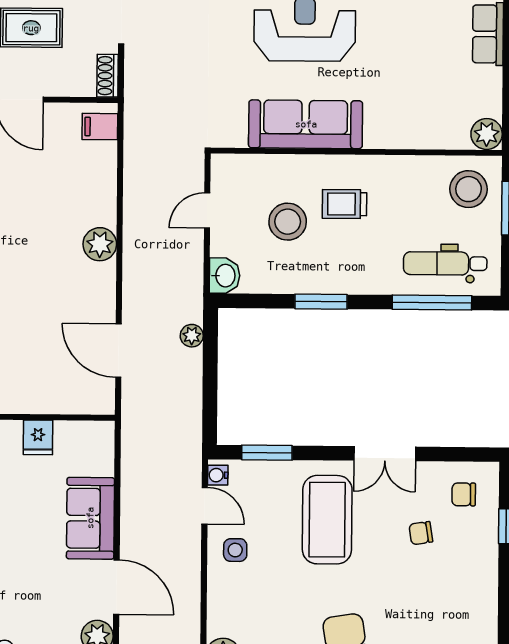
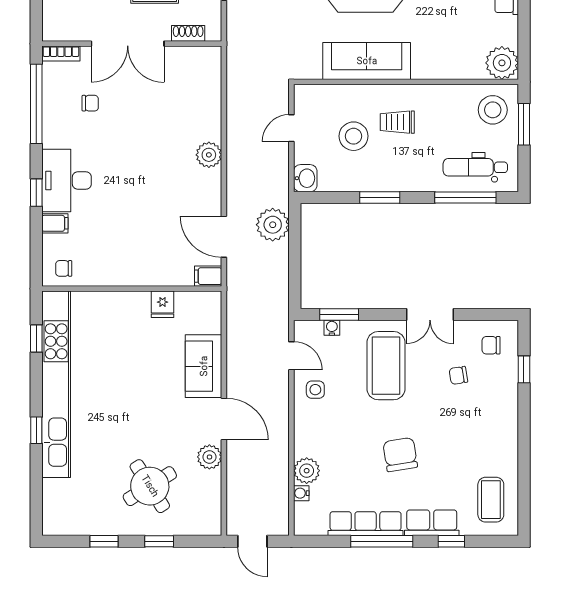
shoe rack: (108, 76) -> (188, 33), moved, turned 90
filing cabinet: (100, 127) -> (208, 276), moved
plant: (487, 134) -> (502, 63), width x1.36, depth x1.36
plant: (192, 336) -> (273, 225), width x1.88, depth x1.88
water cooler: (218, 475) -> (332, 328), moved, turned 90

